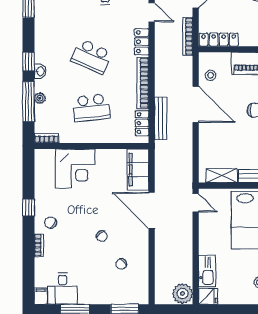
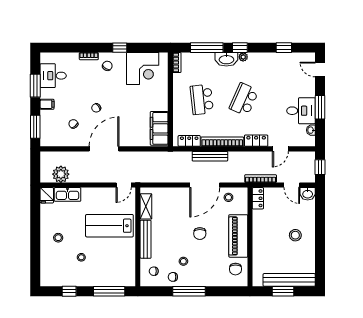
locker: (219, 40) -> (258, 198), width x0.66
washbasin: (40, 71) -> (226, 59), width x1.91, depth x1.45
plant: (40, 98) -> (243, 57), moved
bench: (161, 118) -> (210, 156), moved
corner desk: (75, 168) -> (143, 69), moved, turned -90
filing cabinet: (138, 170) -> (159, 128), moved, turned -90
door: (152, 210) -> (104, 149), moved
plant: (182, 294) -> (61, 174), moved
filing cabinet: (41, 296) -> (47, 104), moved

